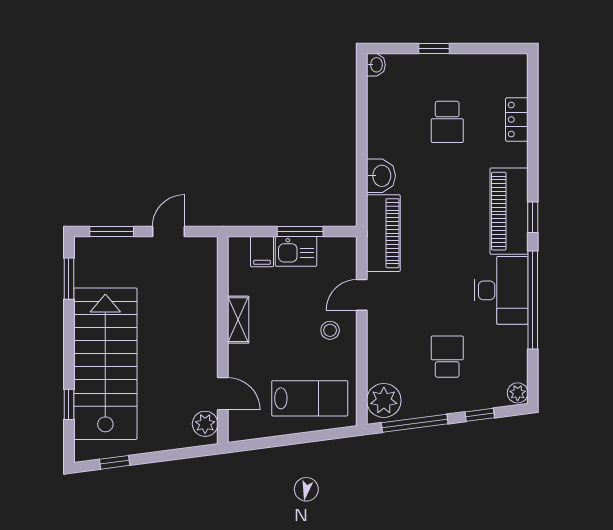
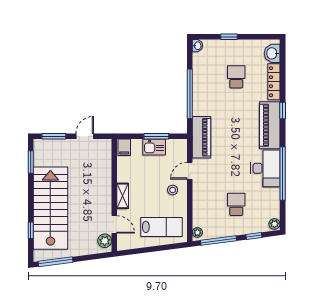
locker: (517, 120) -> (274, 82), width x1.53
school desk: (447, 122) -> (236, 77), turned 180
window: (362, 154) -> (190, 94), added
washbasin: (381, 176) -> (272, 53), moved, turned 180
window: (533, 217) -> (283, 110), moved
filing cabinet: (262, 252) -> (124, 147), moved
shelving: (238, 320) -> (123, 196), moved
plant: (384, 400) -> (197, 232), width x0.53, depth x0.53
window: (115, 462) -> (55, 262), width x2.17

